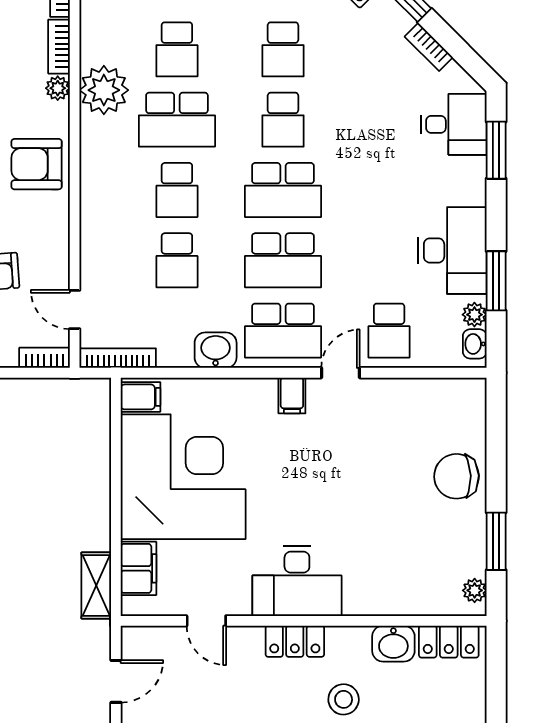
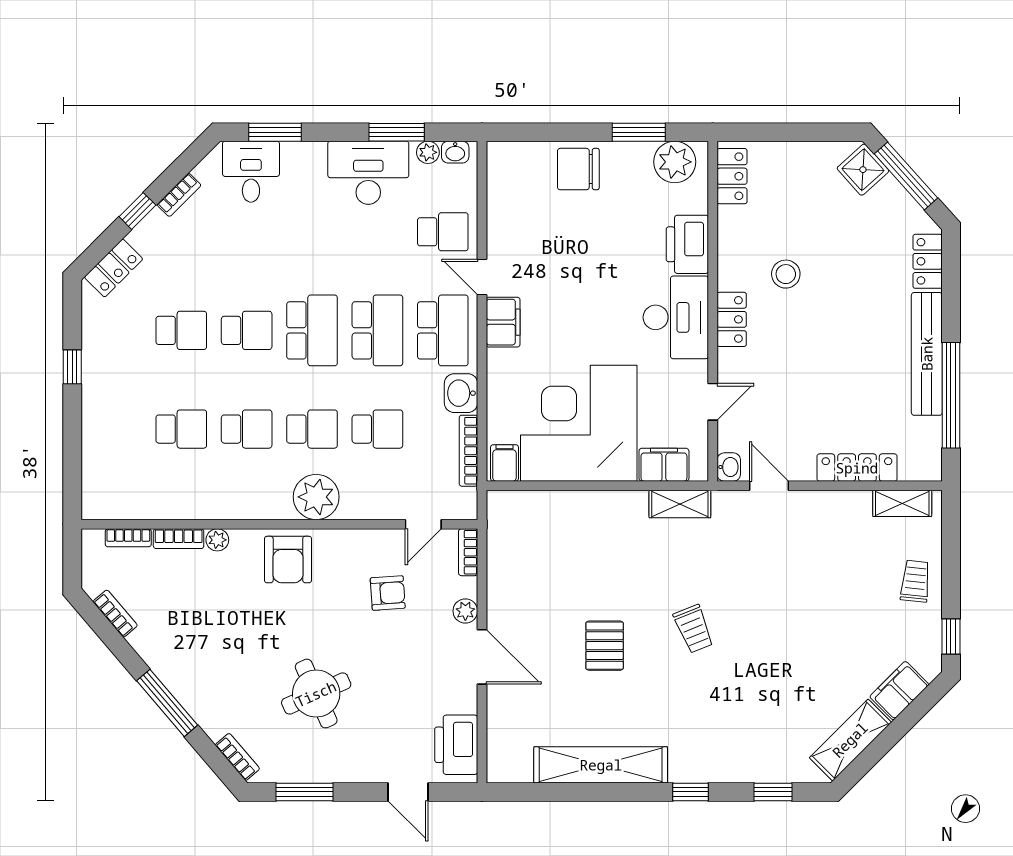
plant: (104, 90) -> (316, 497), moved
school desk: (177, 120) -> (247, 429), width x0.54
bookcase: (118, 358) -> (468, 451), moved
filing cabinet: (292, 395) -> (503, 322), width x2.00
chair: (456, 476) -> (578, 169), turned 92
plant: (475, 590) -> (675, 162), width x1.88, depth x1.88
printer: (376, 594) -> (687, 244), added
washbasin: (393, 644) -> (729, 467), moved, width x0.72, depth x0.69

